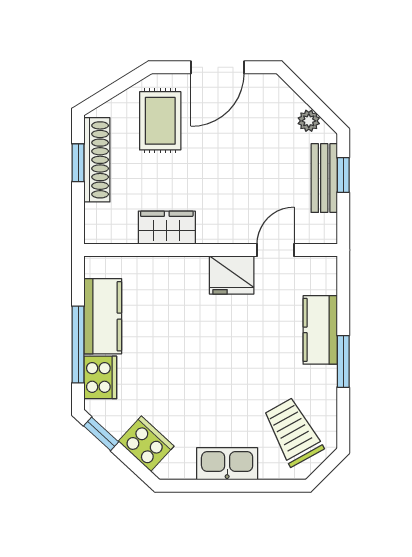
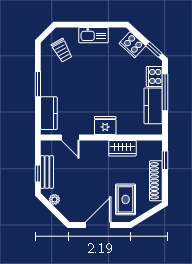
window: (78, 163) -> (165, 160), moved
door: (276, 250) -> (70, 138), hinge flipped
fridge: (232, 275) -> (105, 126), moved
kitchen counter: (320, 330) -> (49, 113), moved
trolley: (293, 432) -> (62, 50), width x0.73, depth x0.72

